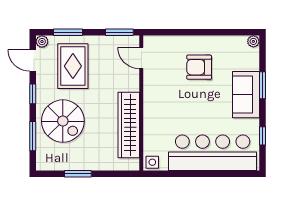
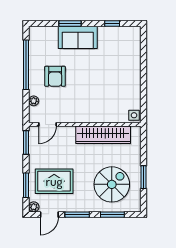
window: (213, 32) -> (26, 65), added
plant: (253, 41) -> (34, 101), moved
window: (33, 94) -> (77, 215), width x1.50
spiral stairs: (63, 121) -> (112, 184), moved
bar counter: (213, 153) -> (126, 65), removed

